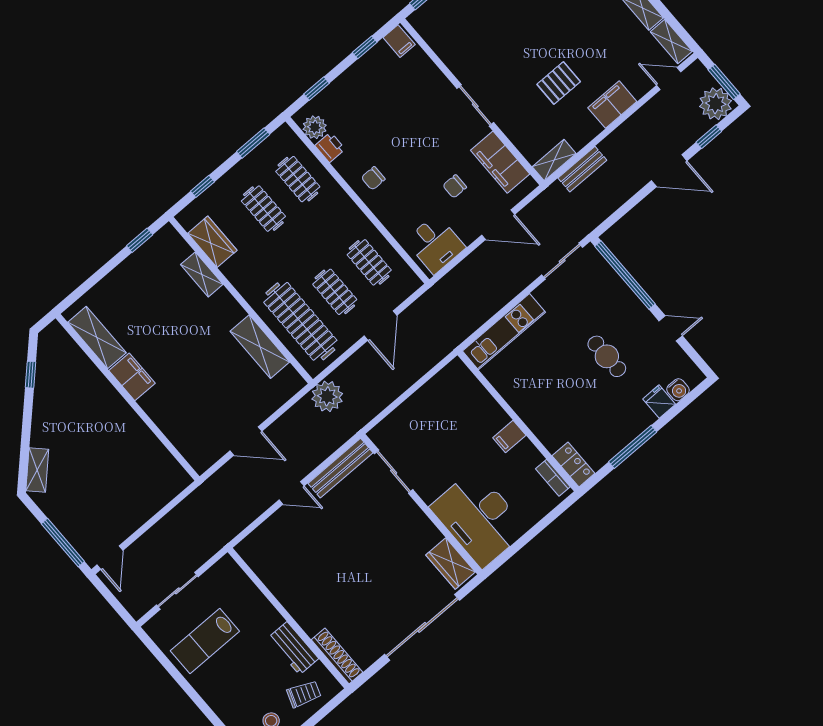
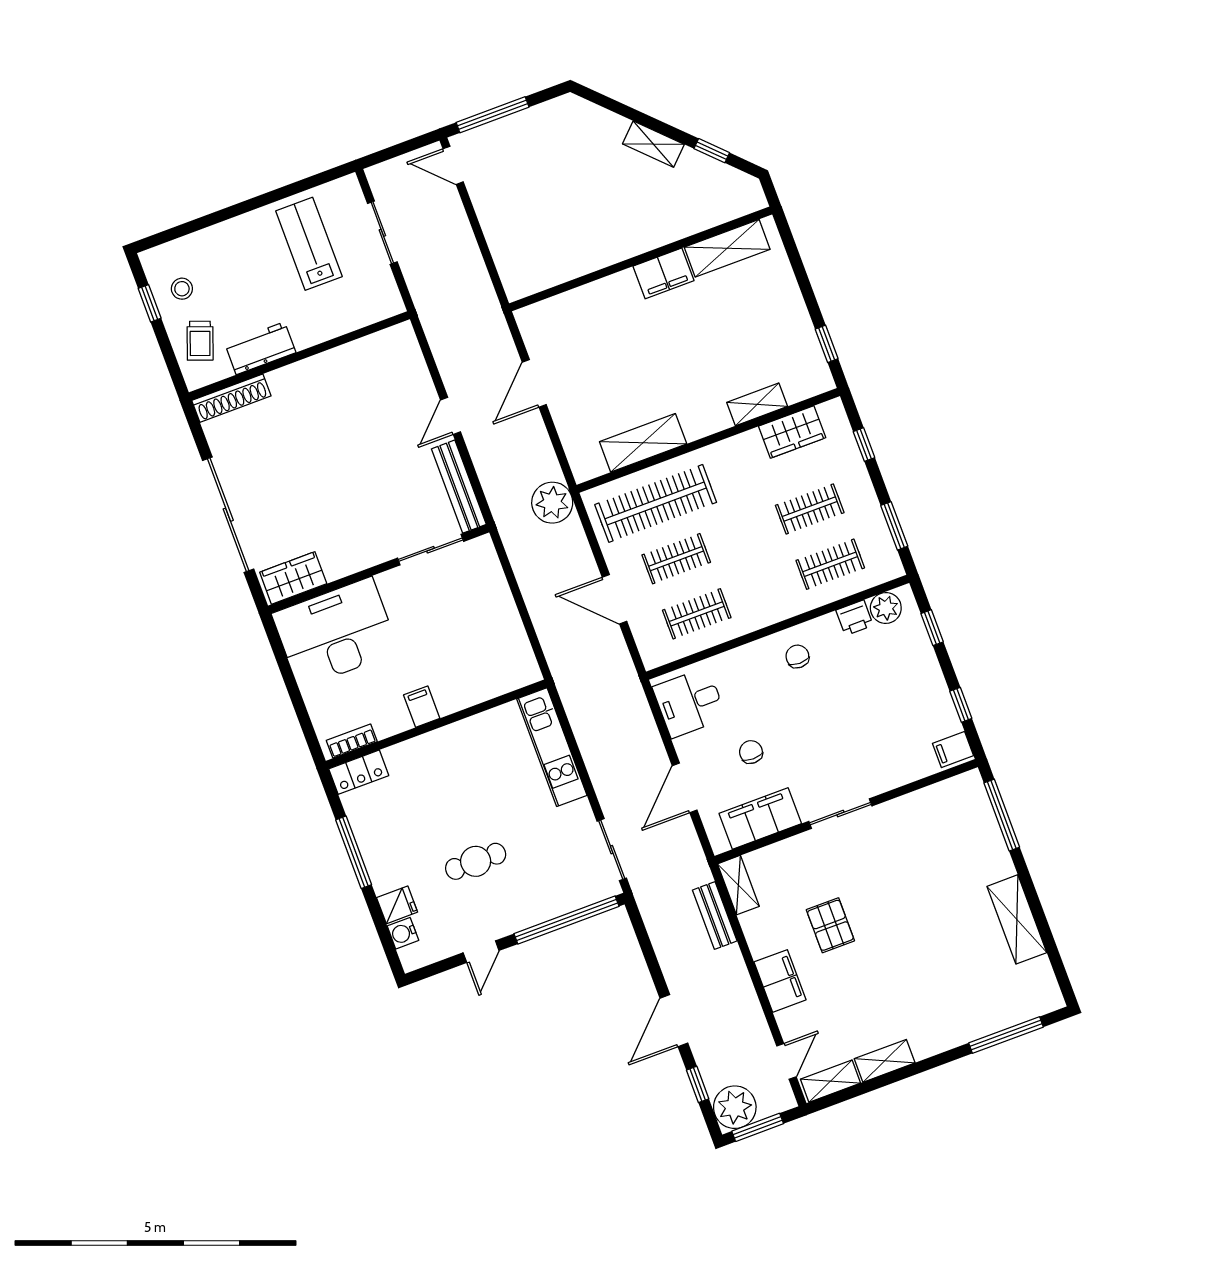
shelving: (37, 470) -> (653, 144), moved

